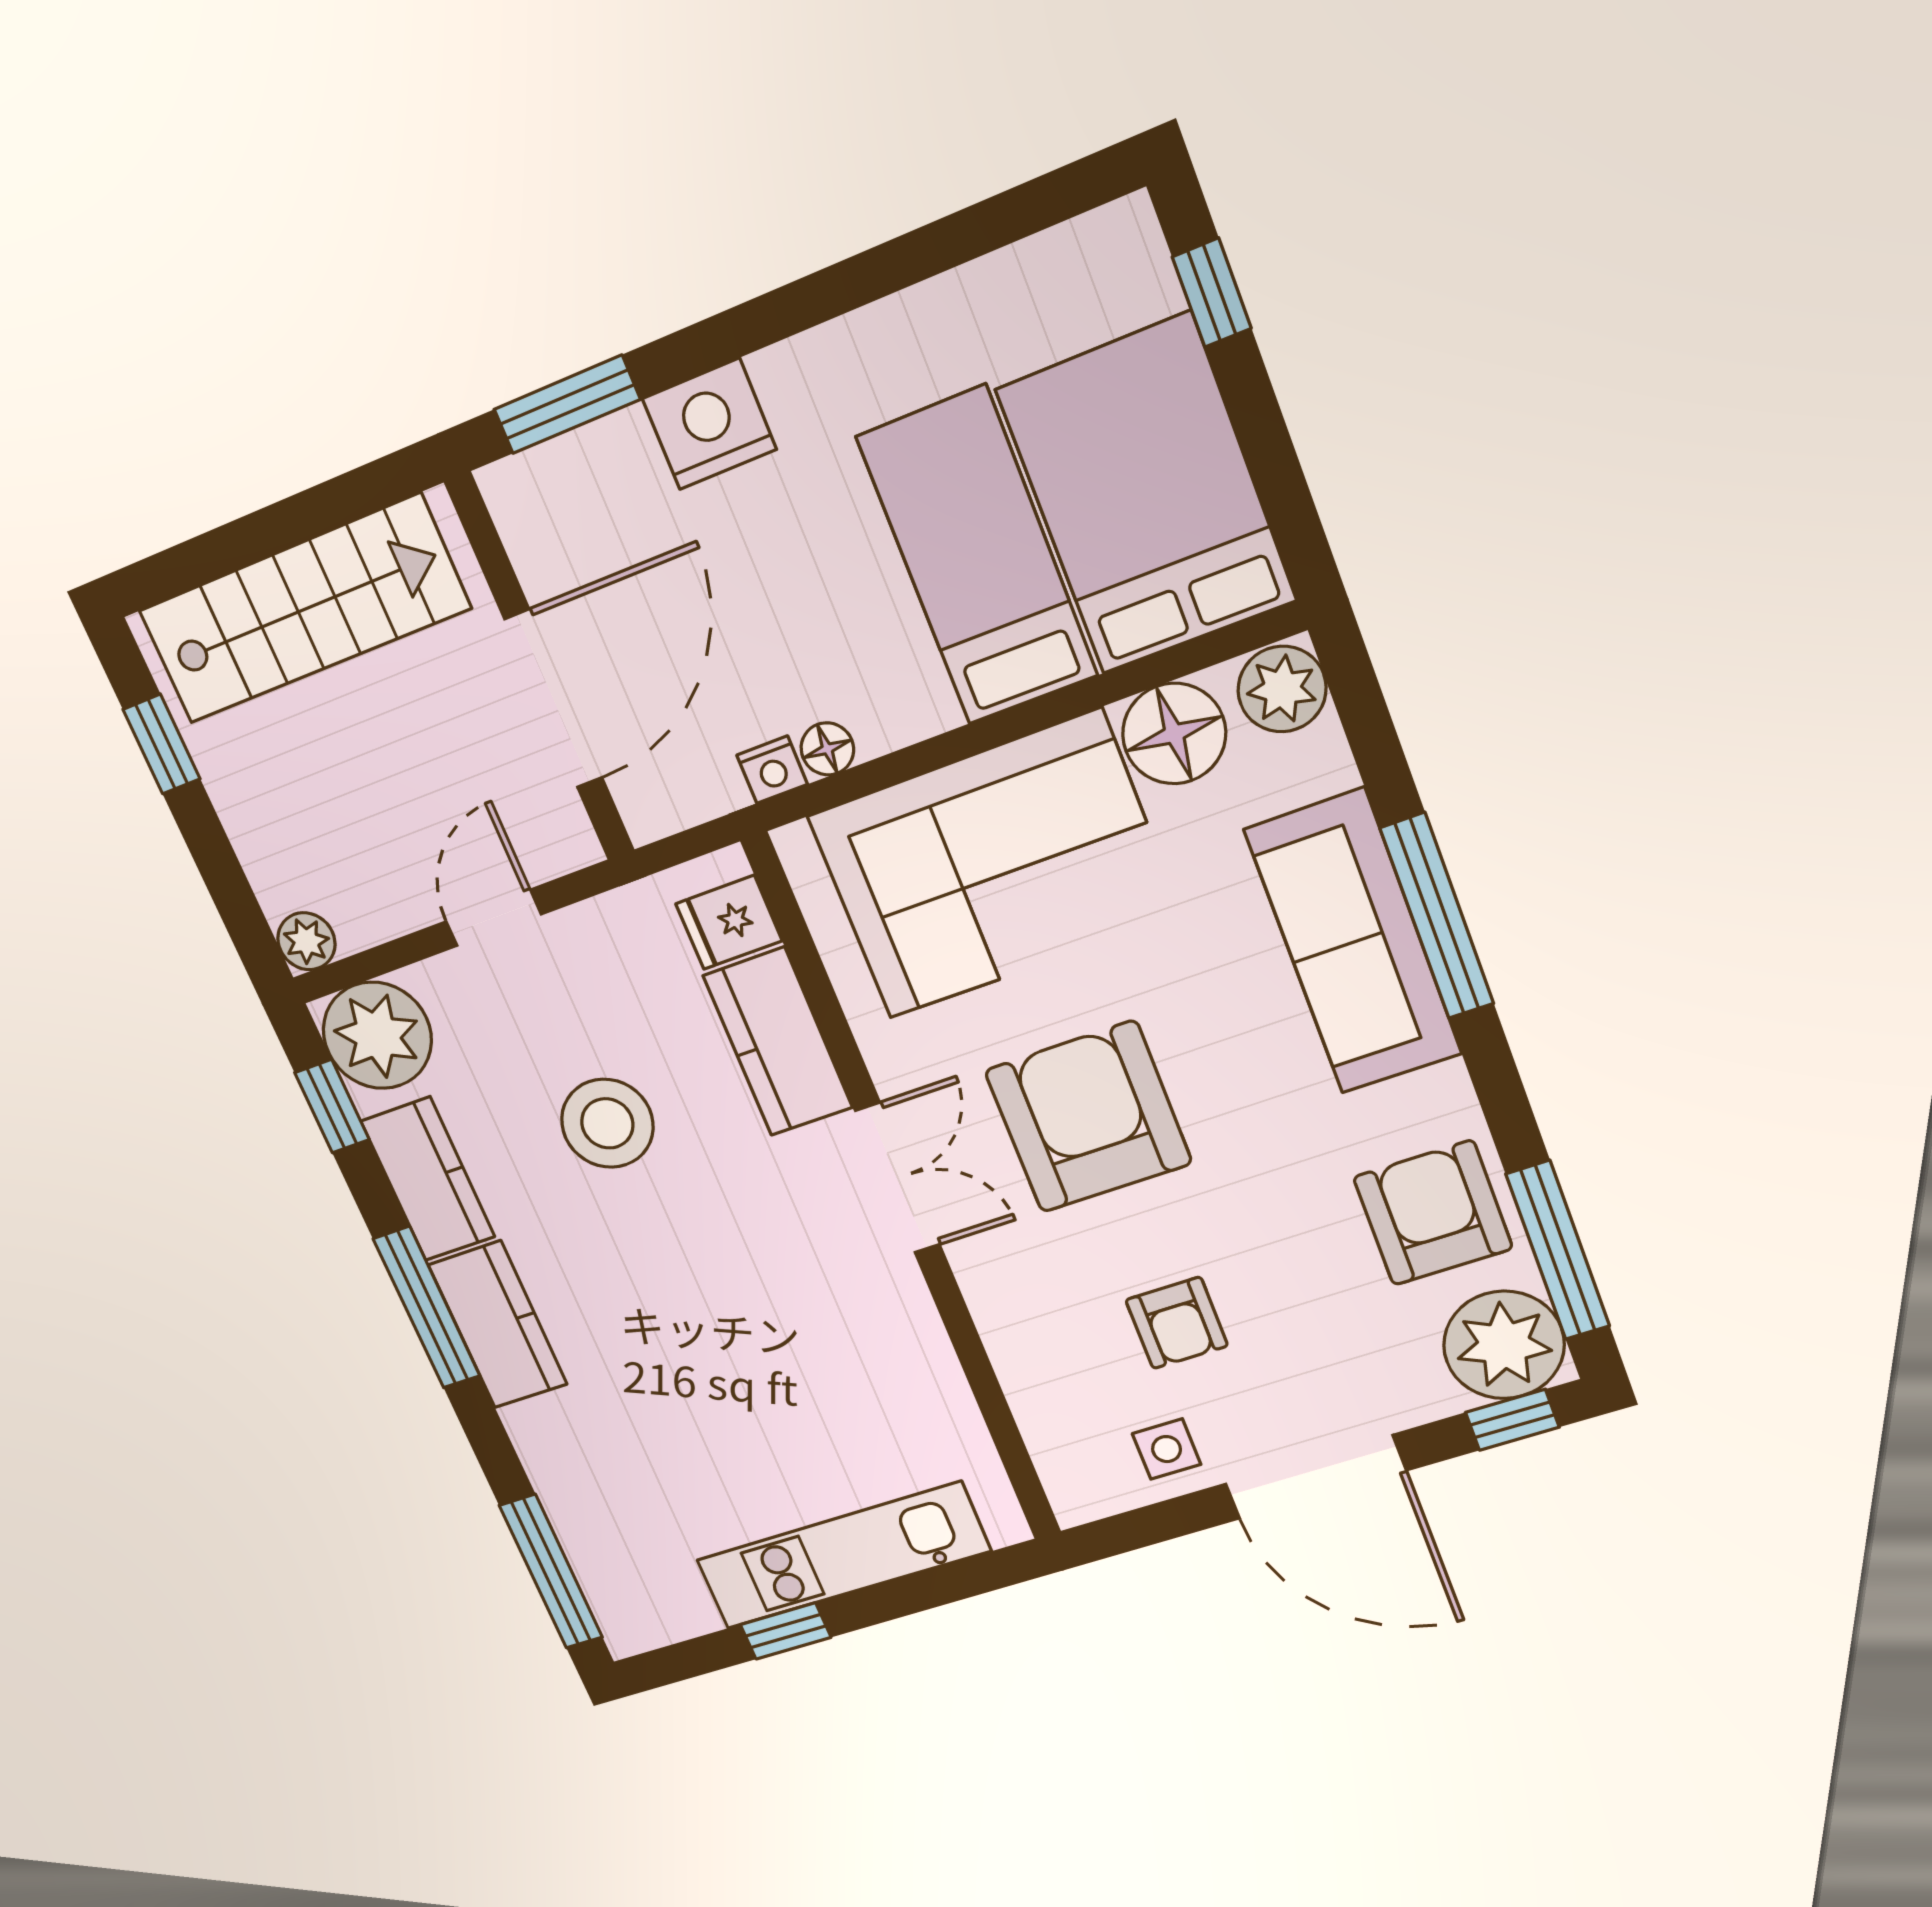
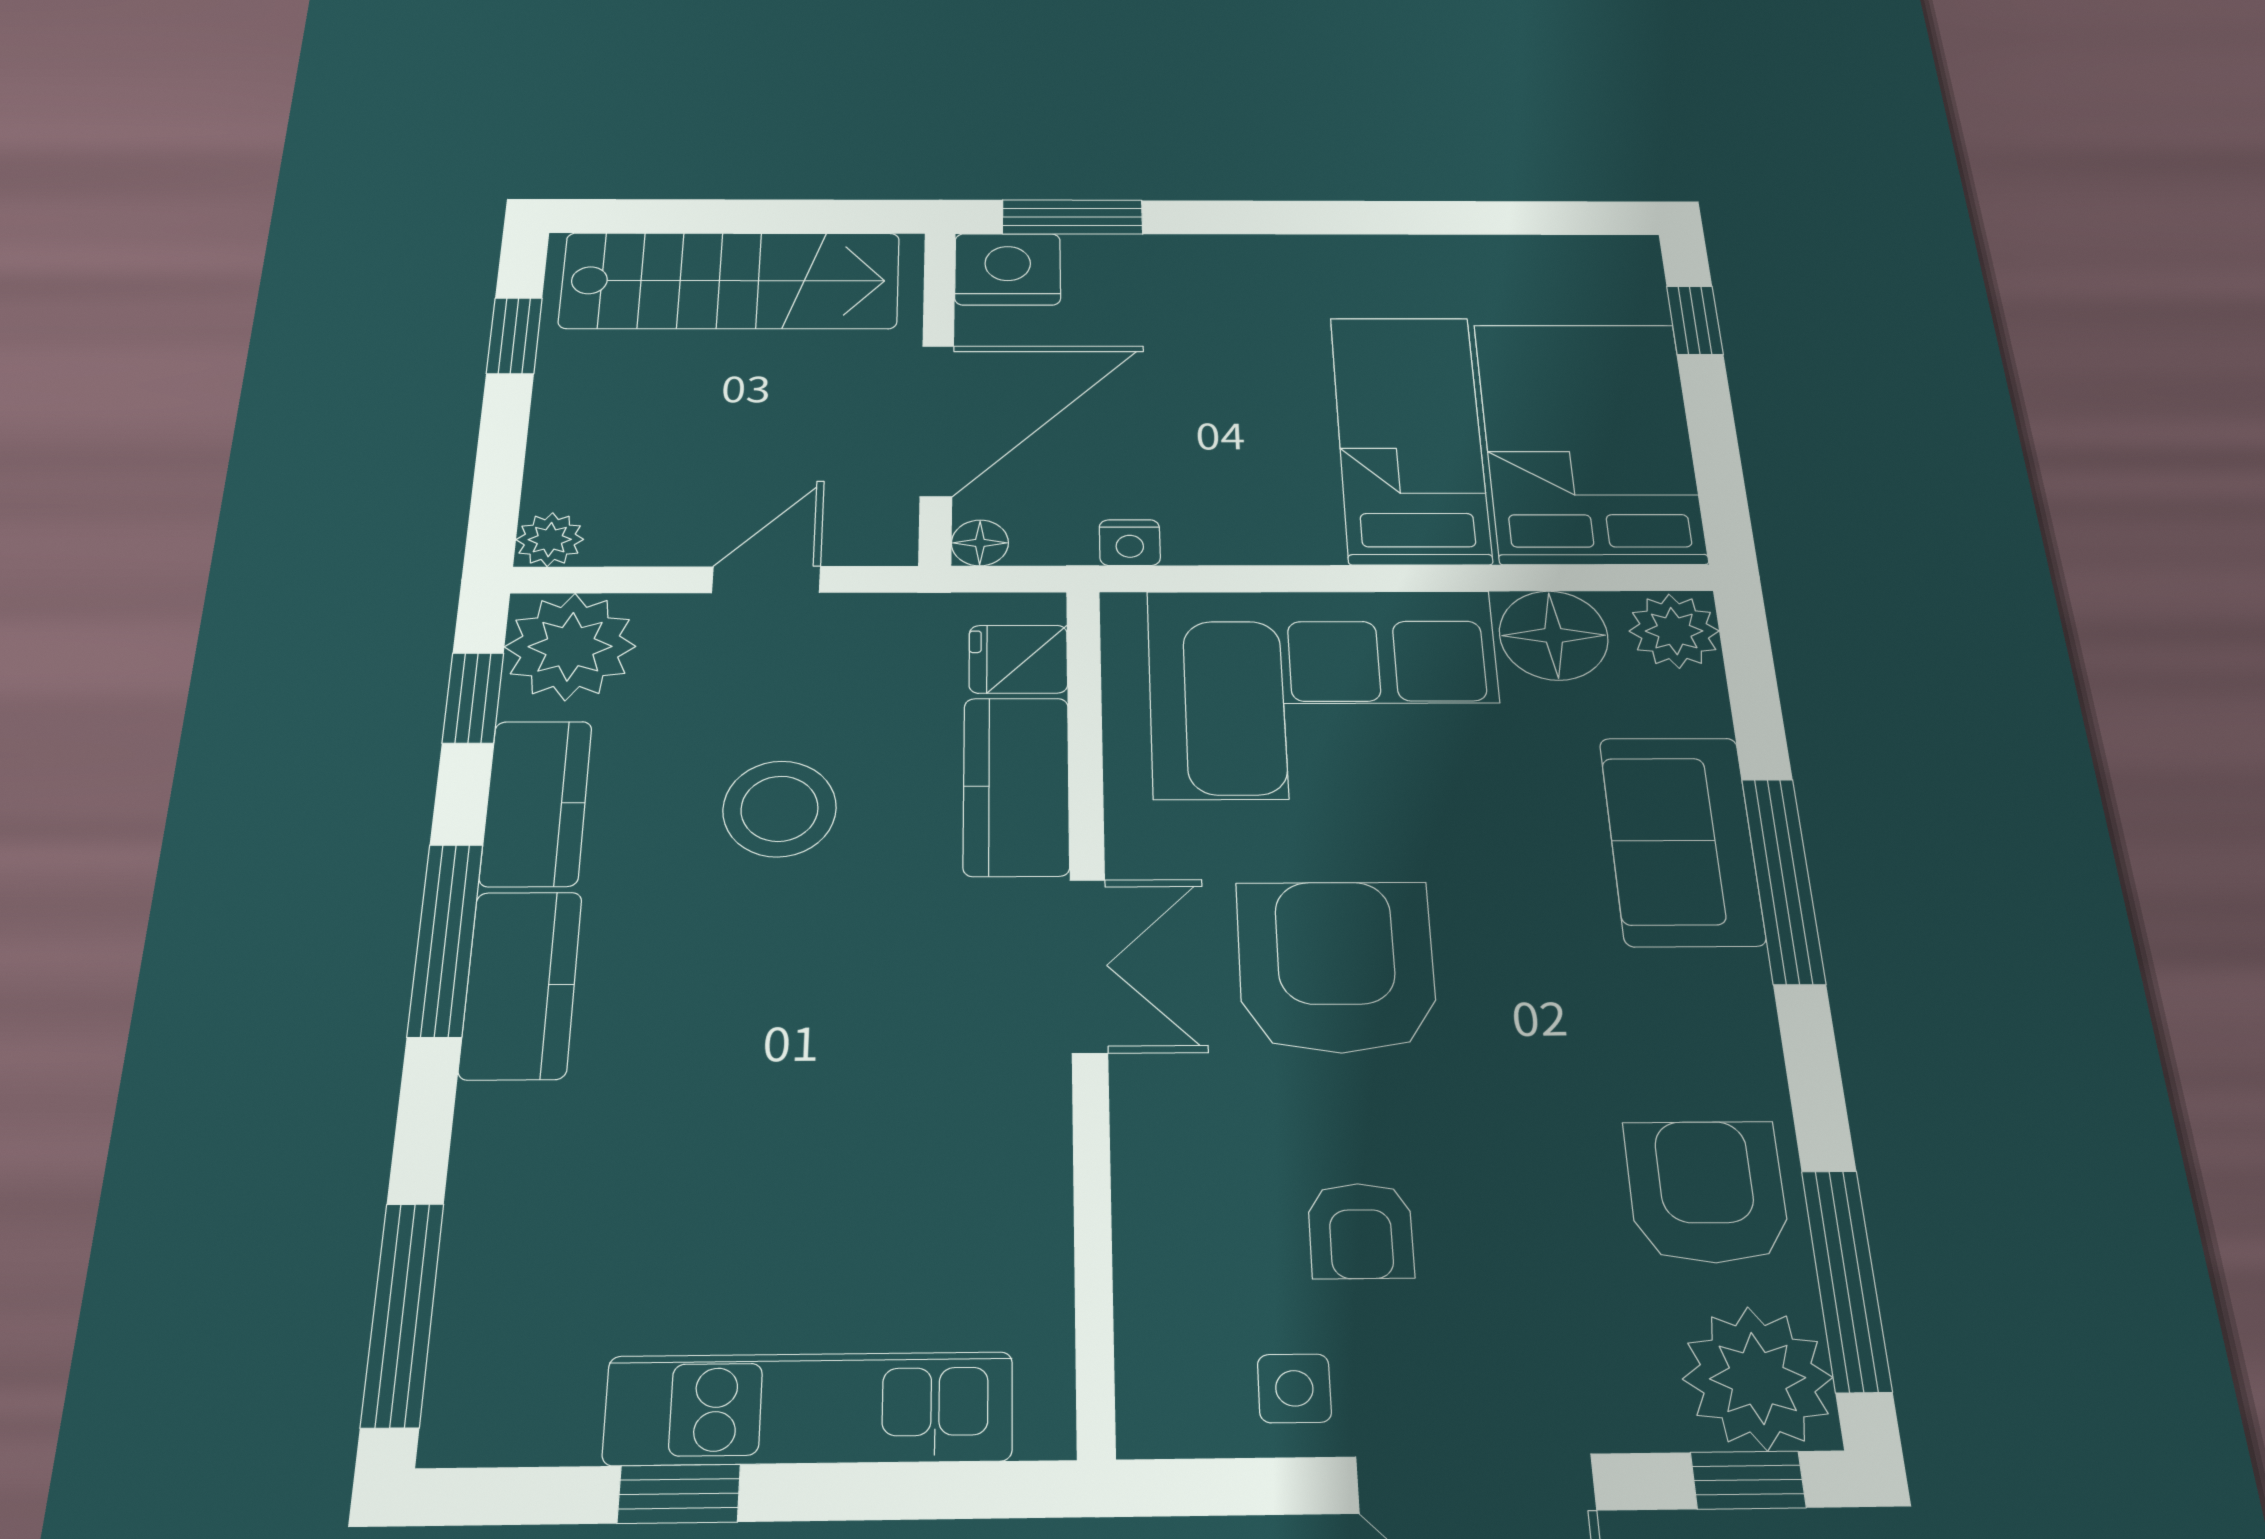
nightstand: (709, 424) -> (1008, 269), moved
floor lamp: (827, 749) -> (980, 543), moved
sofa: (1353, 942) -> (1681, 841), width x0.73

